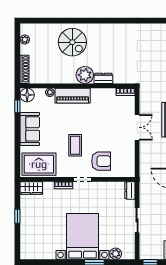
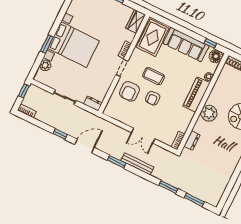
dresser: (103, 78) -> (192, 140), moved
sofa: (30, 129) -> (186, 45), width x1.36
armchair: (97, 136) -> (153, 98), added

